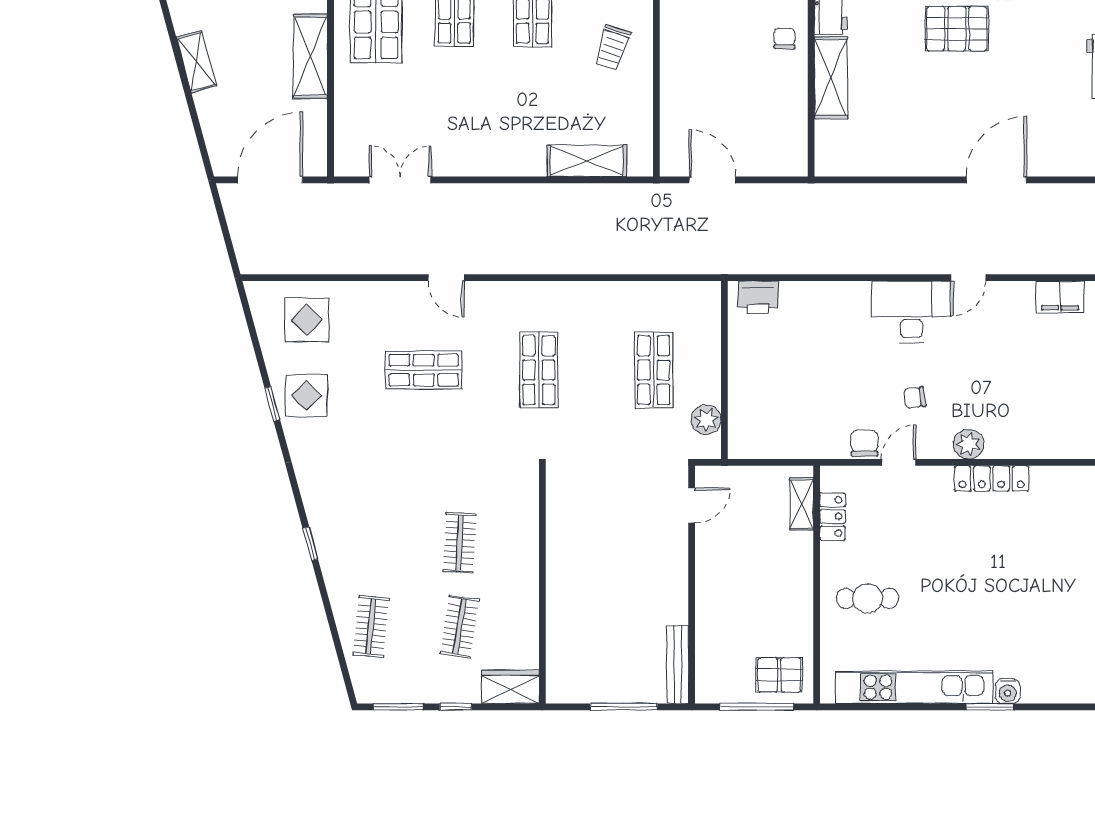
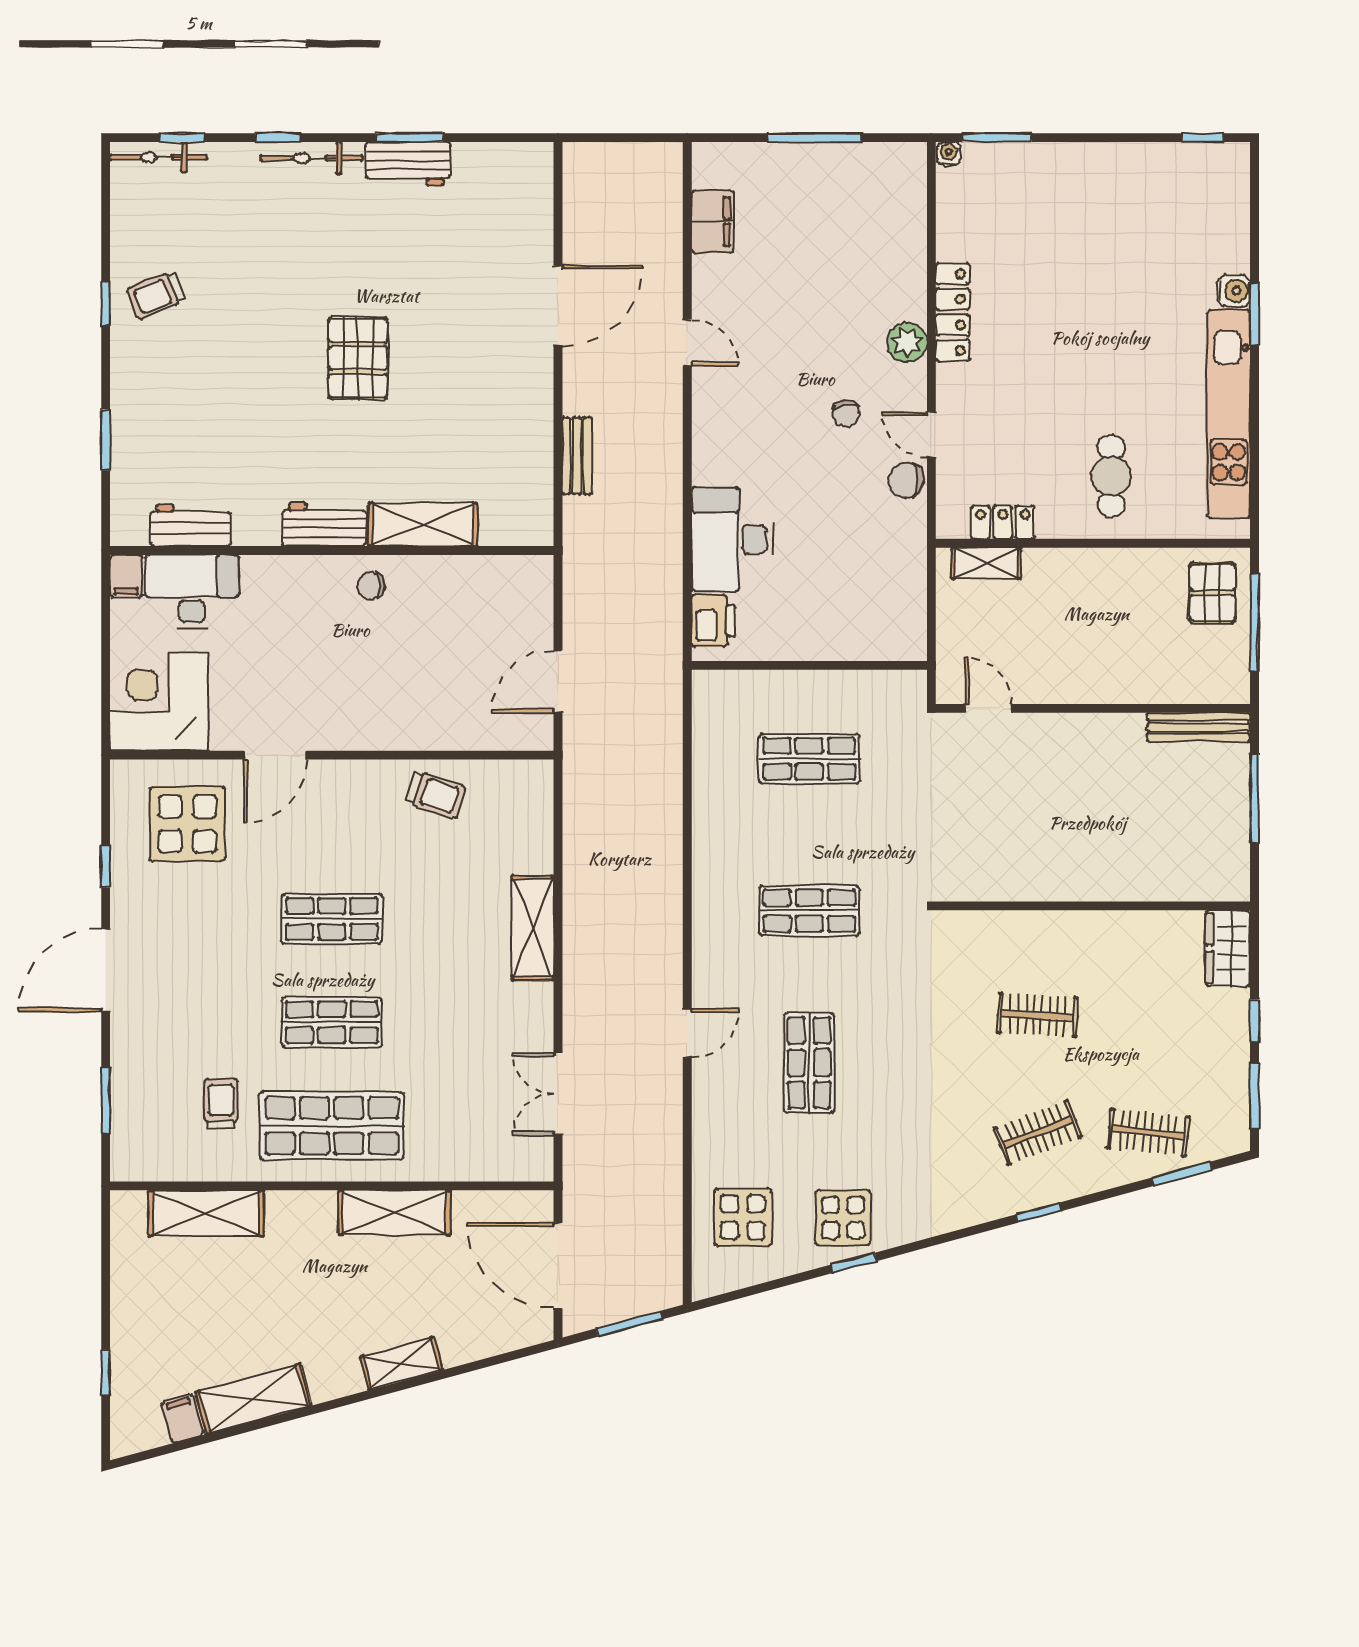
trolley: (612, 48) -> (436, 795), moved
shelving: (587, 161) -> (533, 928), moved
door: (996, 180) -> (558, 306), swing flipped
bench: (883, 194) -> (577, 456), added
window: (226, 234) -> (629, 1324), added
desk: (911, 312) -> (732, 539), moved
plant: (706, 420) -> (875, 689), removed
clothes rail: (460, 626) -> (1038, 1132), moved, turned -30
window: (340, 652) -> (1182, 1174), added

